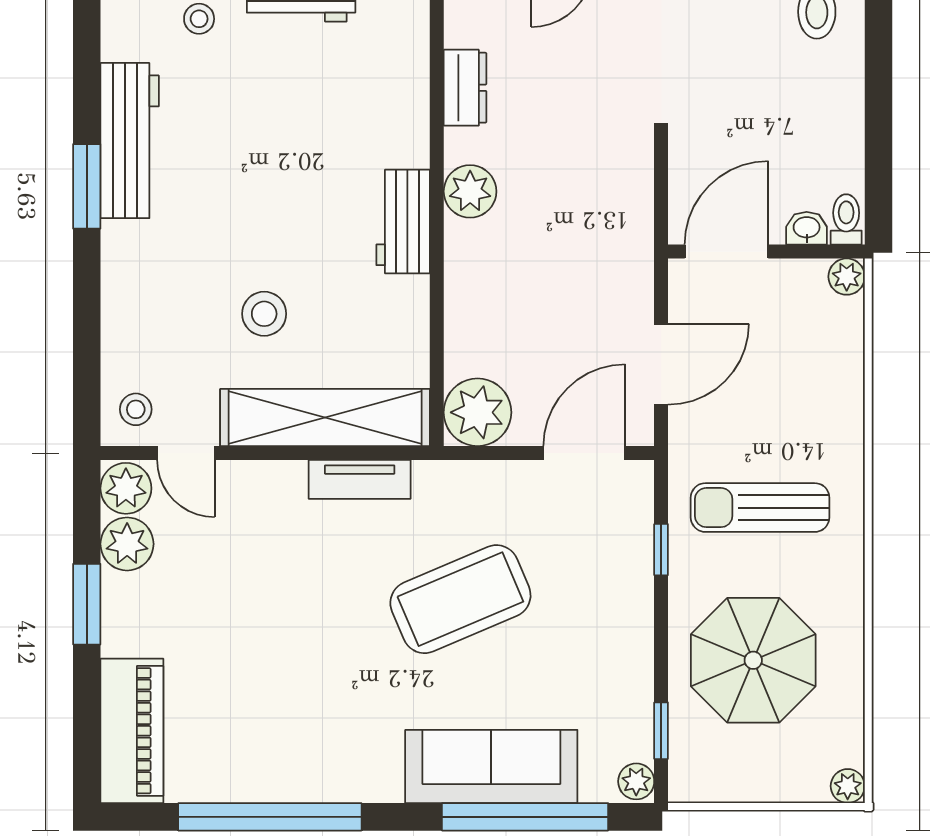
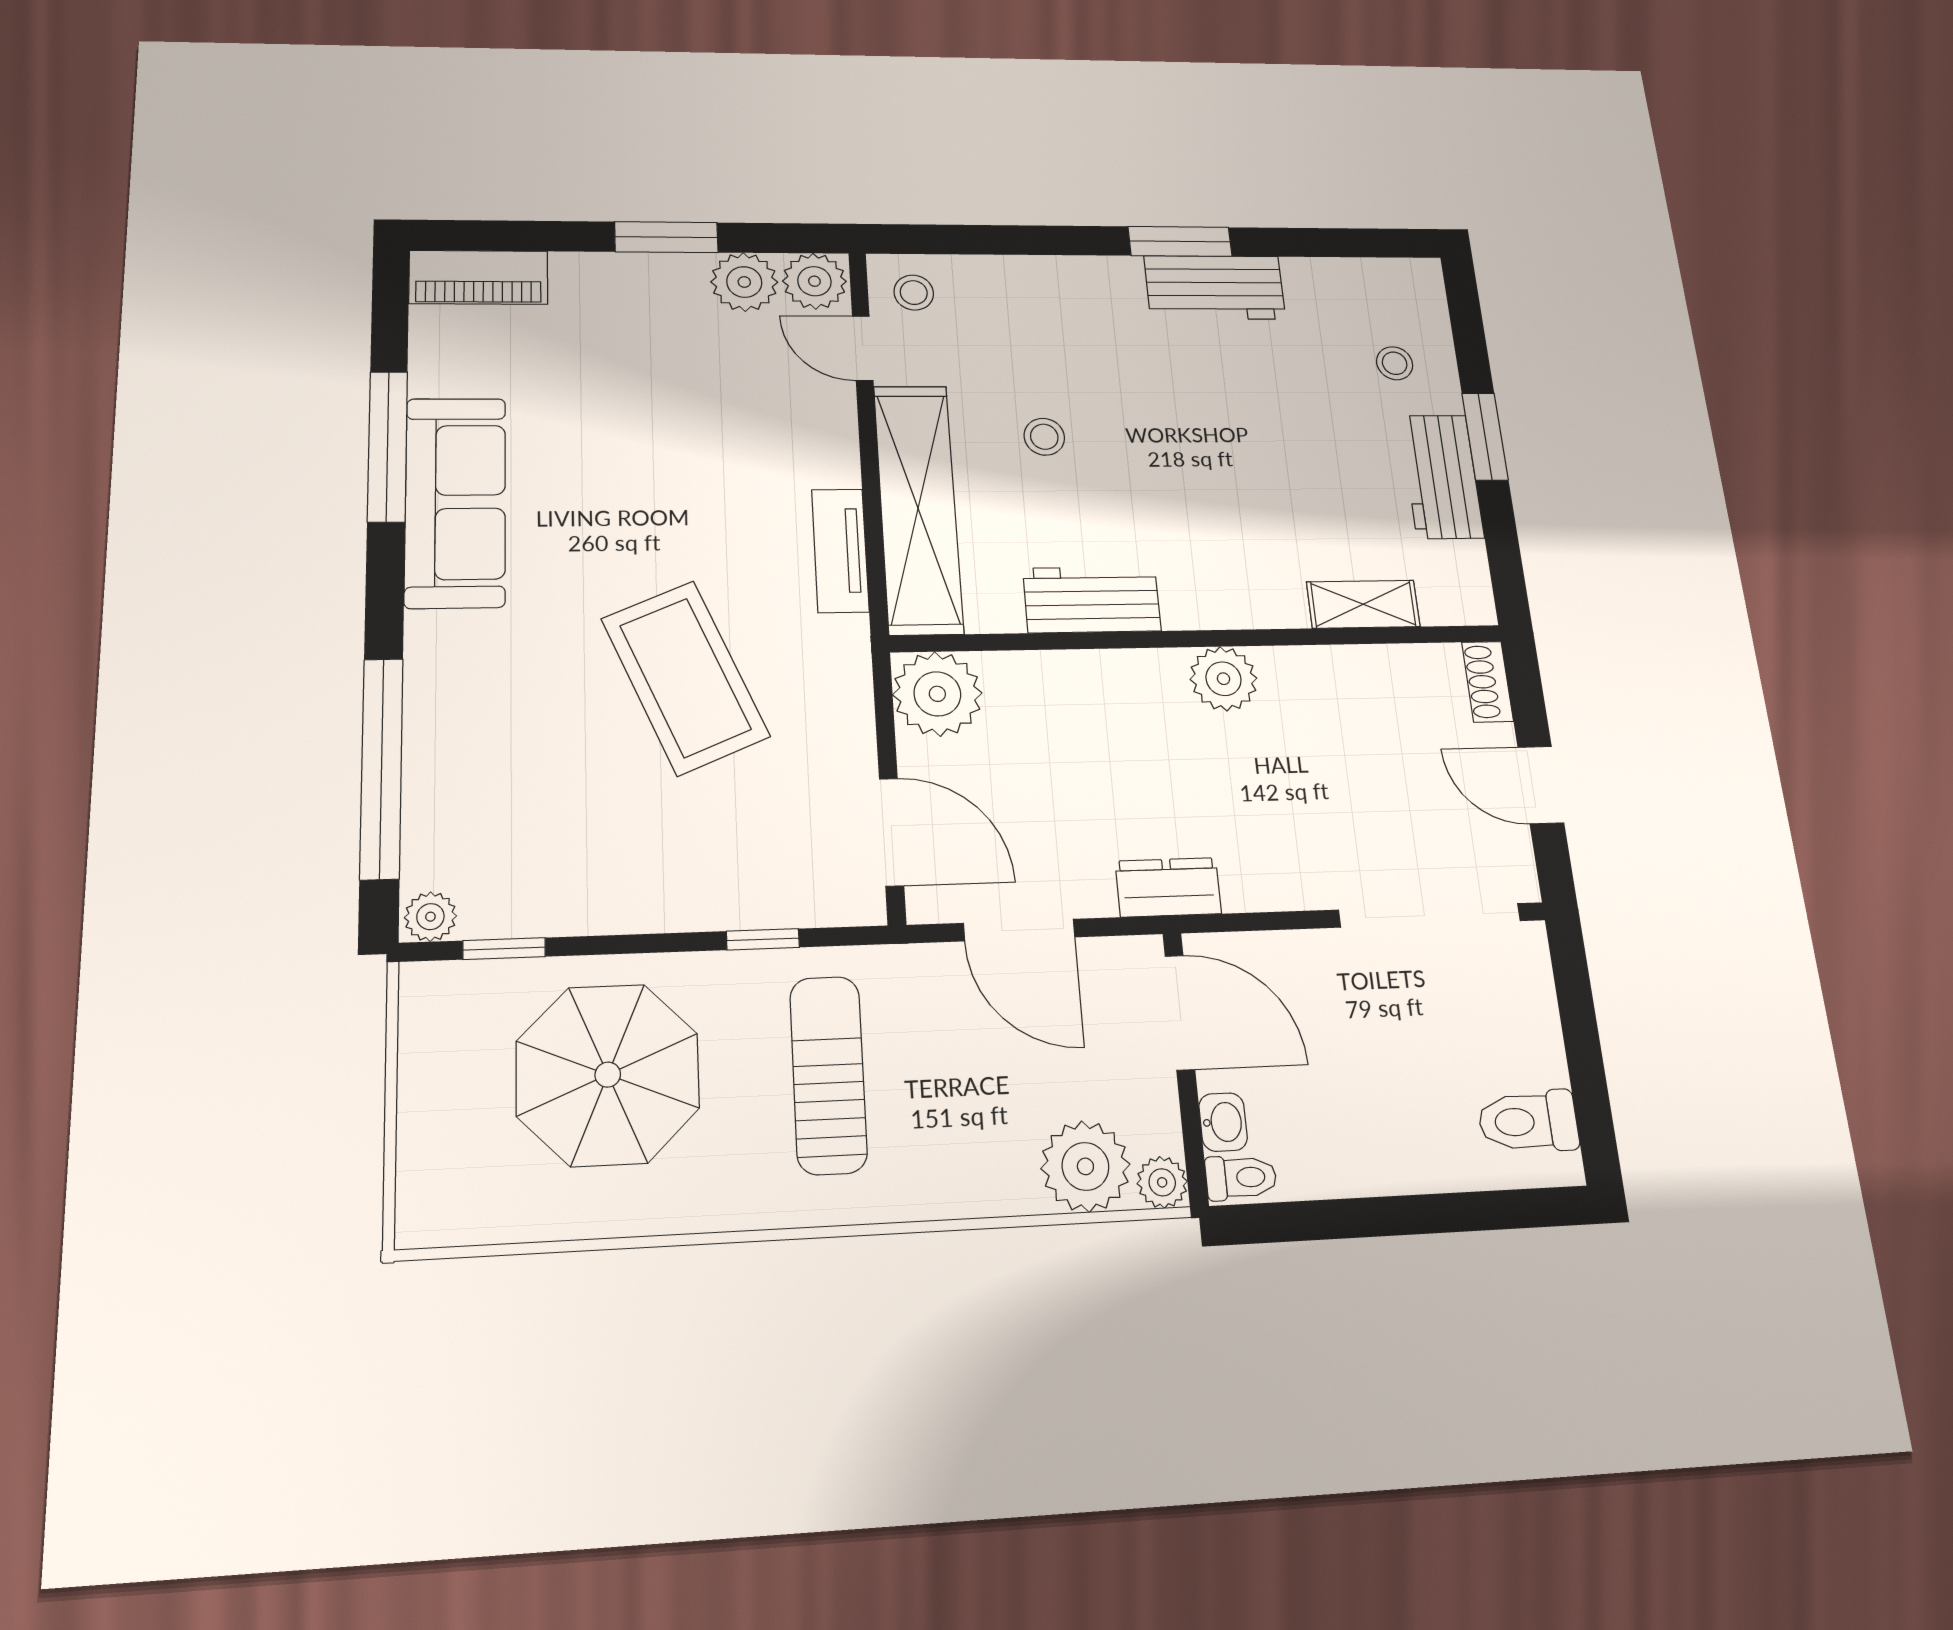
shelving: (410, 73) -> (1363, 604), added
dresser: (465, 88) -> (1168, 887), moved, turned 180
workbench: (130, 141) -> (1215, 287), width x0.73
workbench: (403, 222) -> (1092, 600), moved
stool: (264, 314) -> (1044, 437), width x0.73, depth x0.73
door: (186, 453) -> (863, 348), hinge flipped
piano: (132, 731) -> (479, 277), width x0.73, depth x0.75
sofa: (491, 766) -> (455, 502), moved
plant: (848, 786) -> (1085, 1166), moved, width x1.88, depth x1.88
window: (270, 817) -> (388, 446), width x0.68

